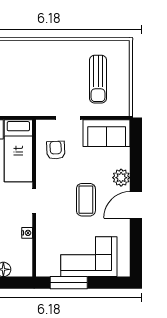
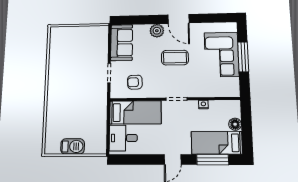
sun lounger: (98, 79) -> (79, 50), removed
window: (69, 283) -> (243, 57), moved

